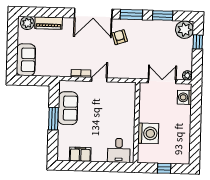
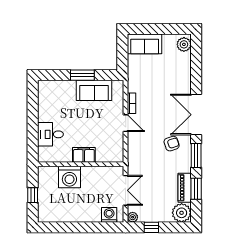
piano: (49, 23) -> (185, 188), moved
window: (198, 42) -> (151, 227), moved
desk: (119, 150) -> (50, 134), moved
filing cabinet: (80, 154) -> (84, 155), moved, turned -90

